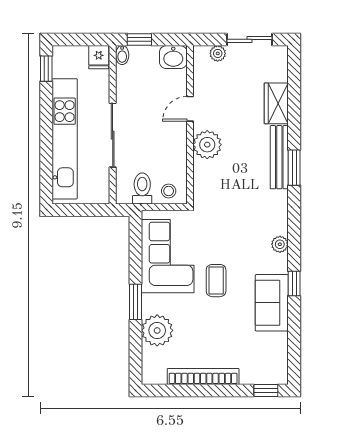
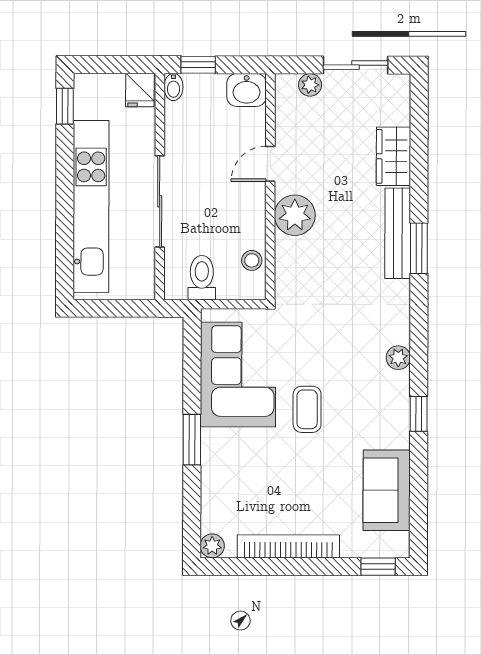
stool: (169, 191) -> (252, 260), moved
sofa: (272, 303) -> (387, 490), moved
plant: (157, 330) -> (212, 546), moved, width x0.53, depth x0.53

